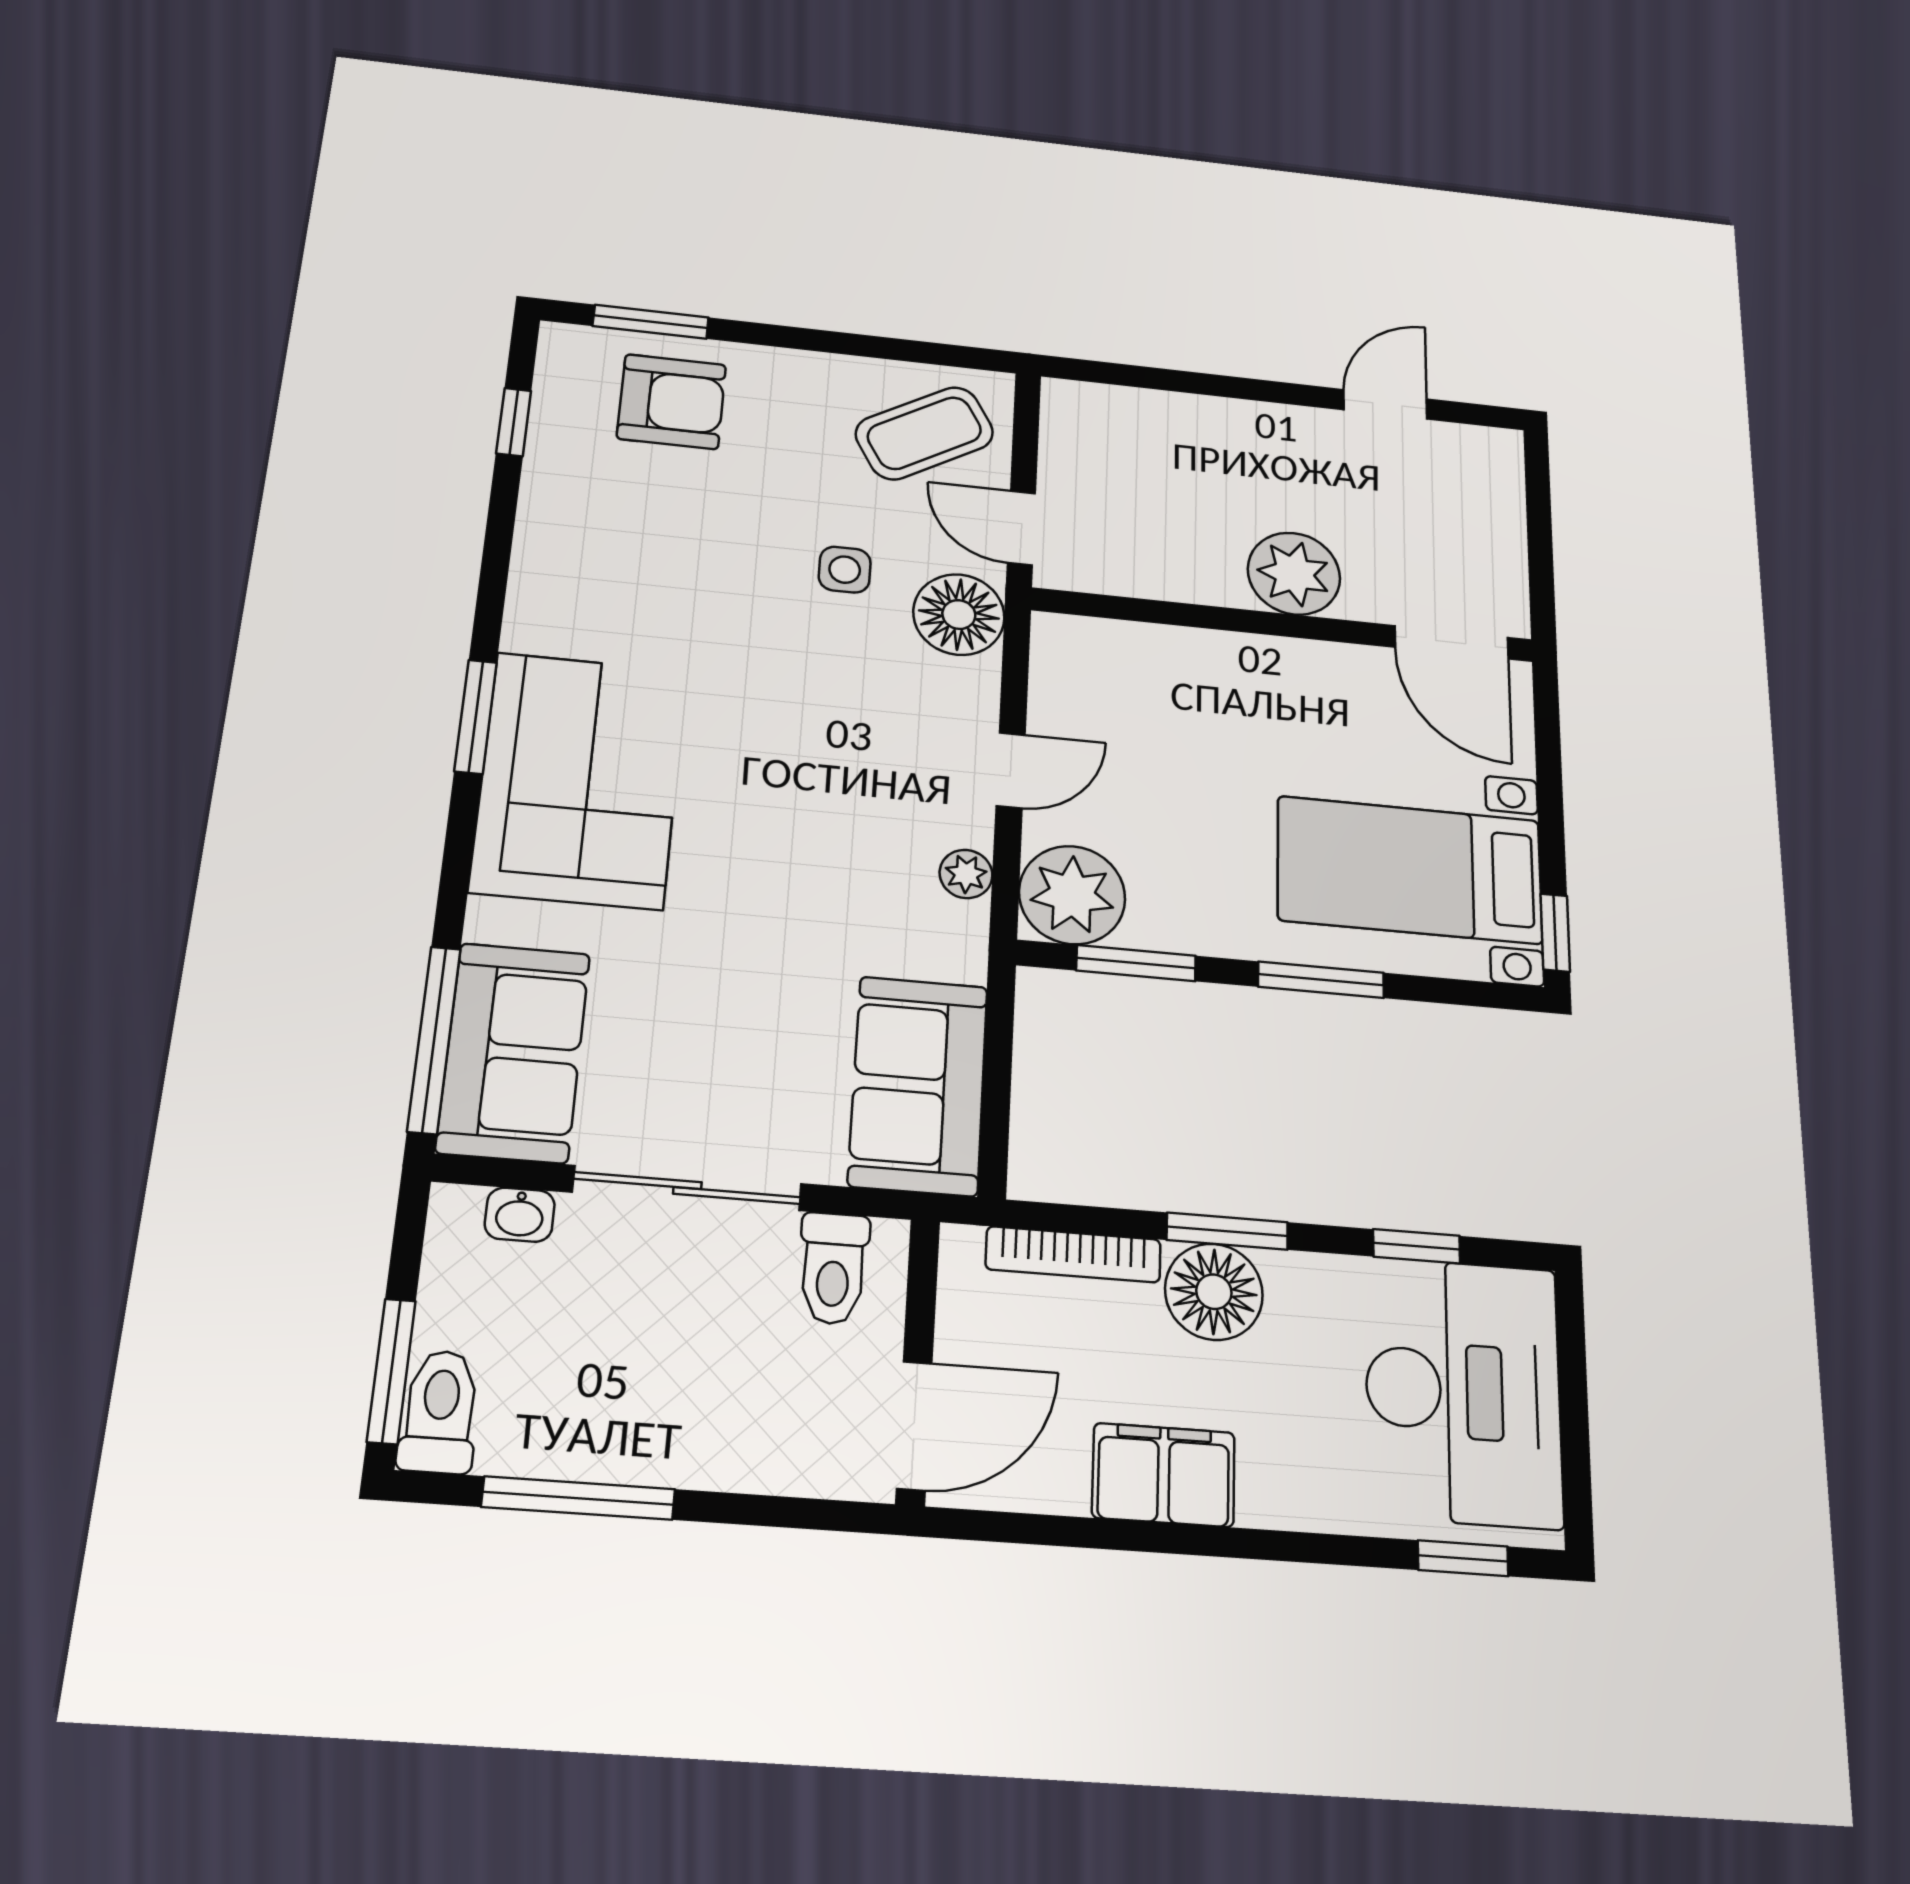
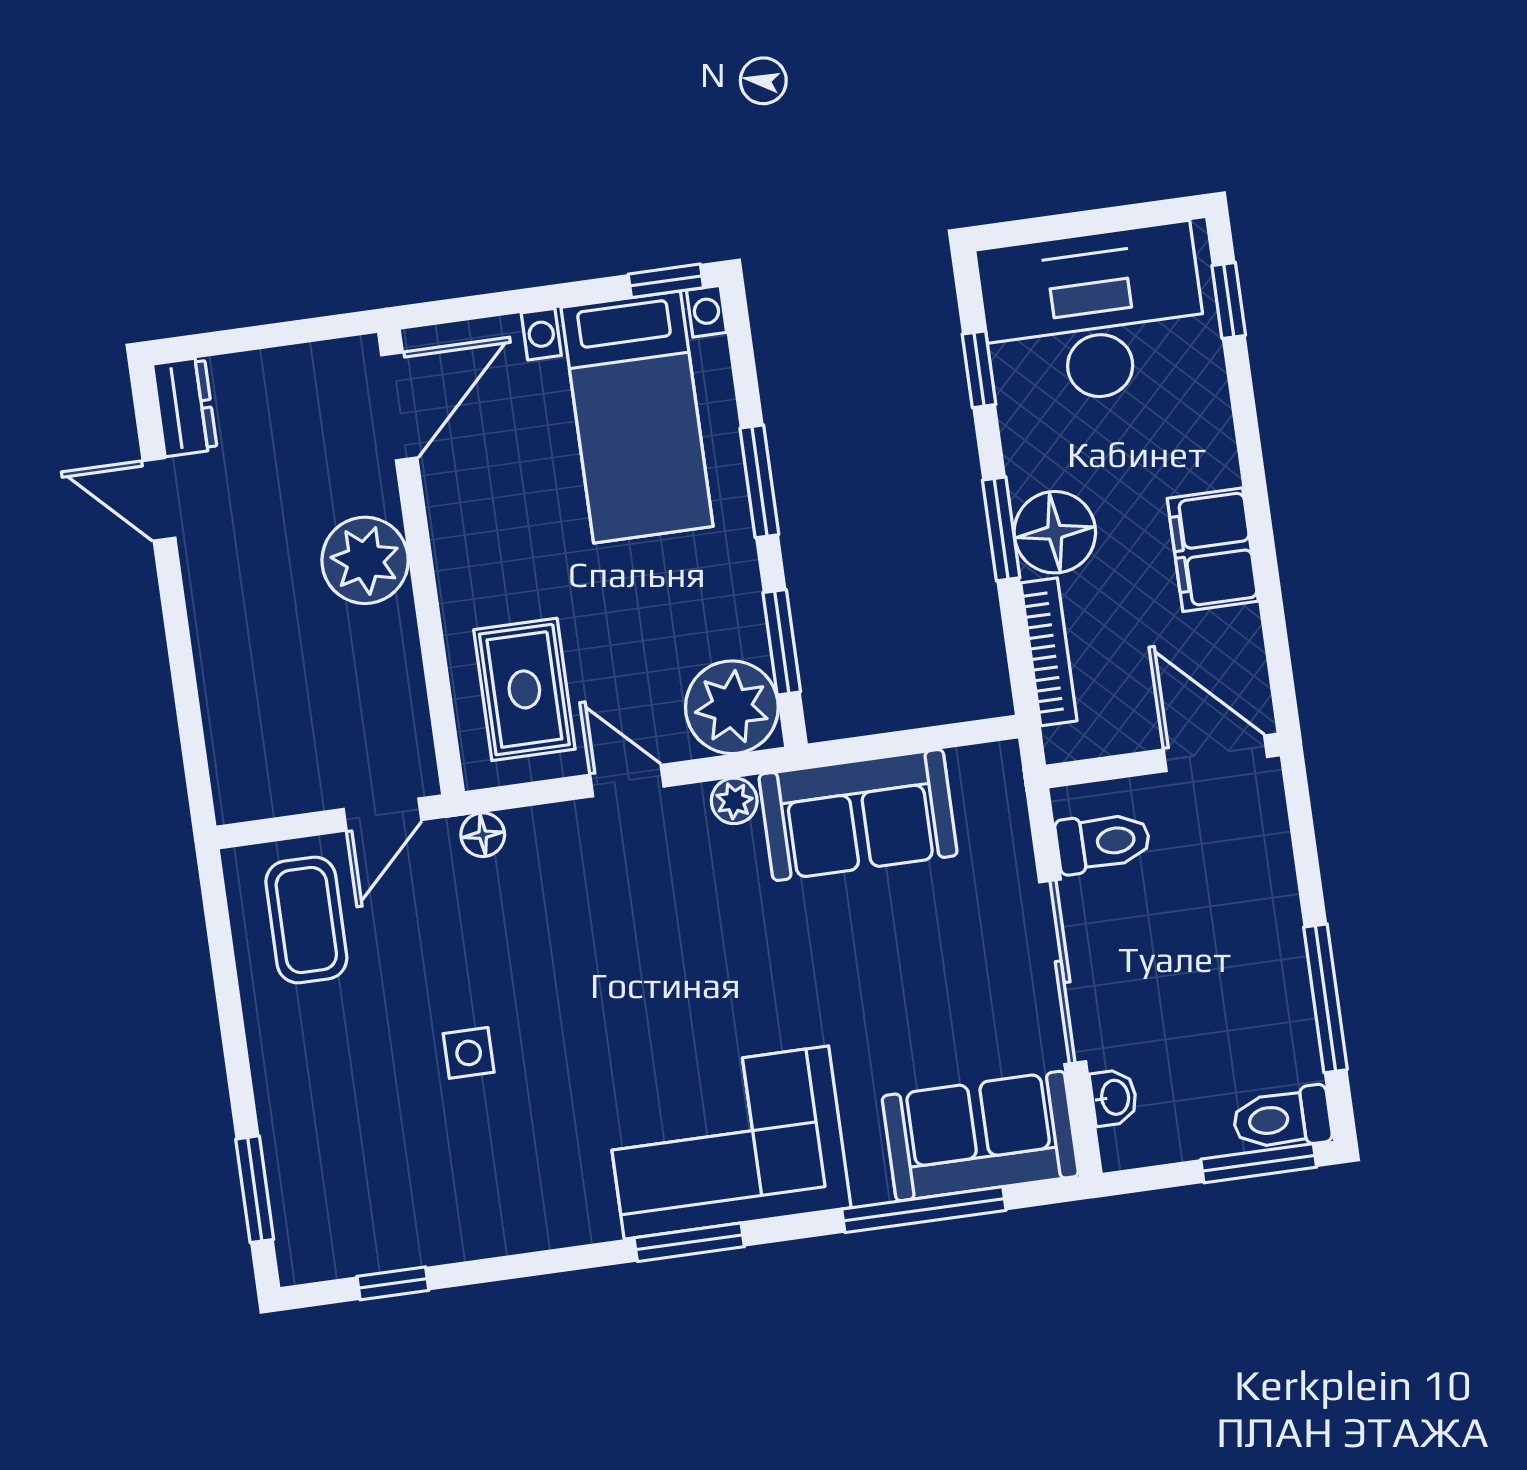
armchair: (672, 402) -> (334, 1151), removed
coffee table: (924, 433) -> (306, 920), turned 30
dresser: (1476, 449) -> (185, 407), added
side table: (845, 570) -> (469, 1053), moved
floor lamp: (959, 615) -> (483, 835), width x0.53, depth x0.53
rug: (1130, 692) -> (524, 689), added
window: (434, 1039) -> (924, 1210), moved
sofa: (918, 1085) -> (858, 815), moved

